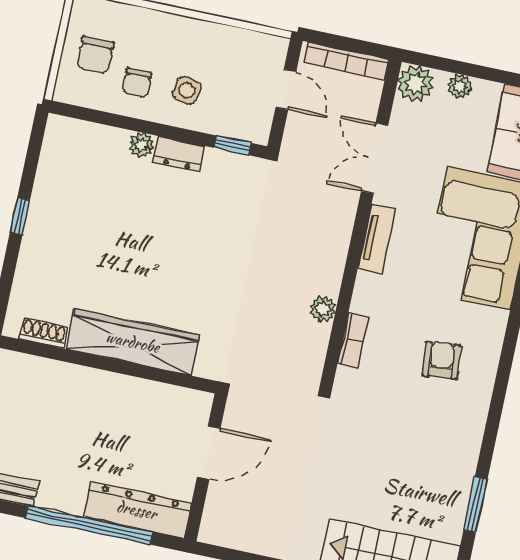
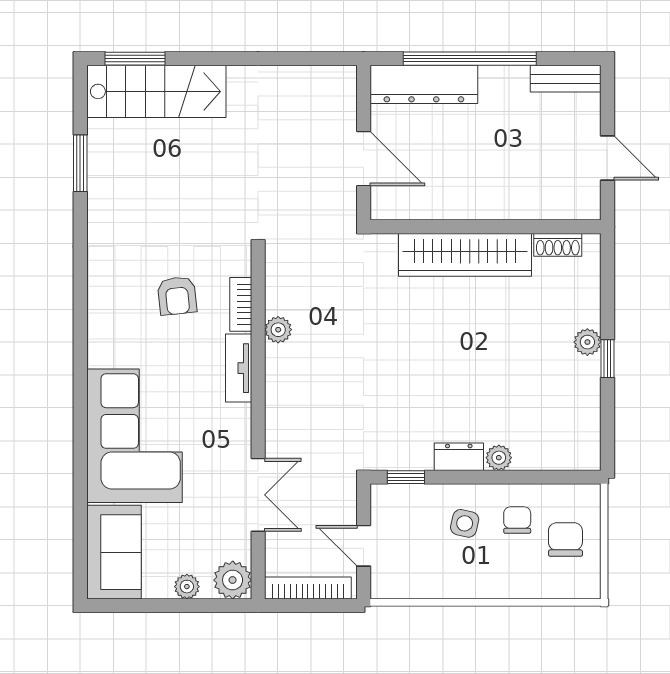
plant: (35, 236) -> (587, 342), added
tv unit: (377, 239) -> (239, 368), moved
armchair: (442, 360) -> (177, 296), moved
door: (209, 453) -> (364, 159), swing flipped

